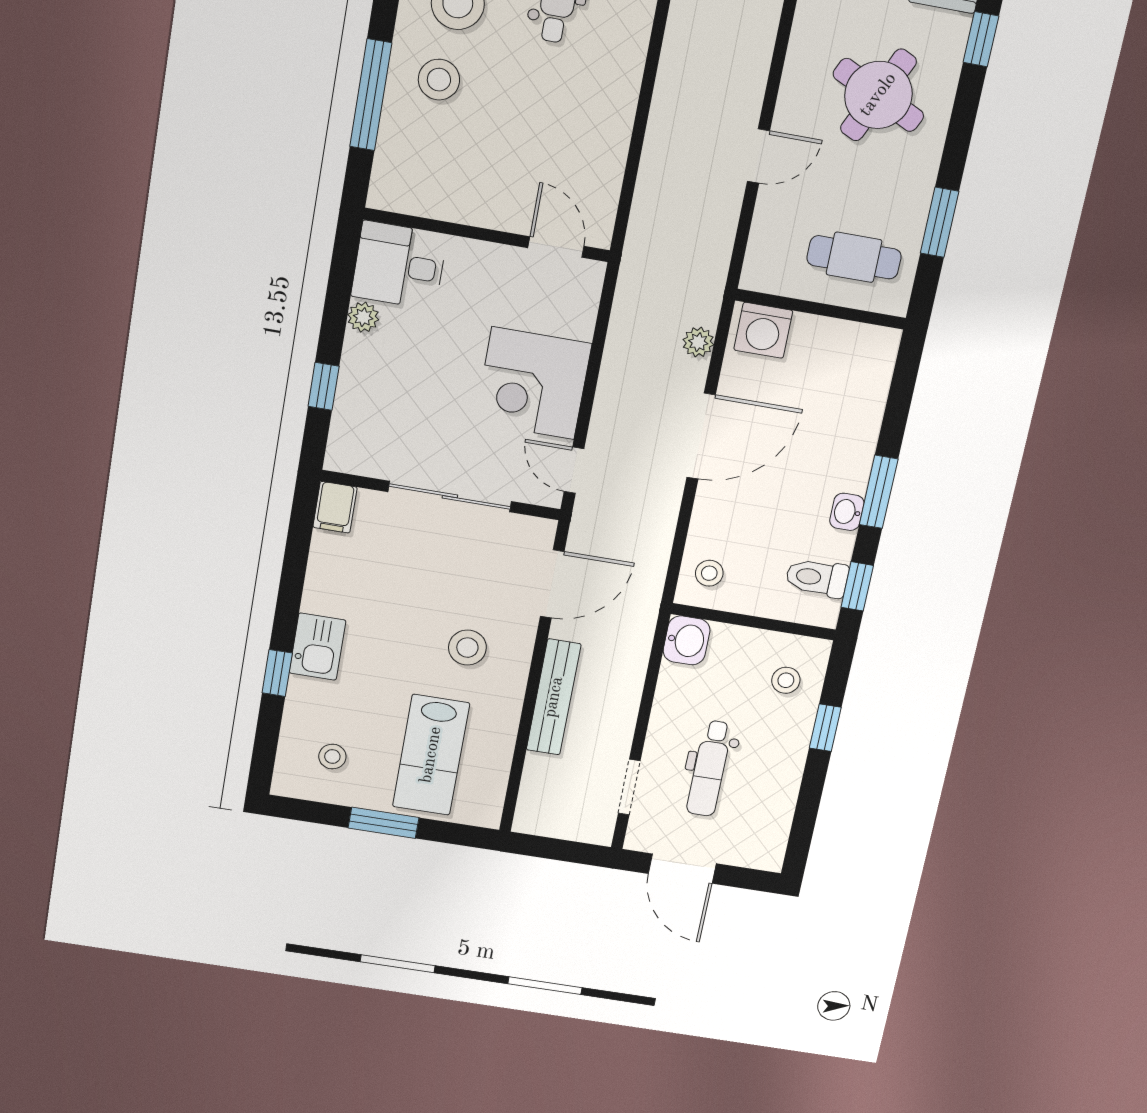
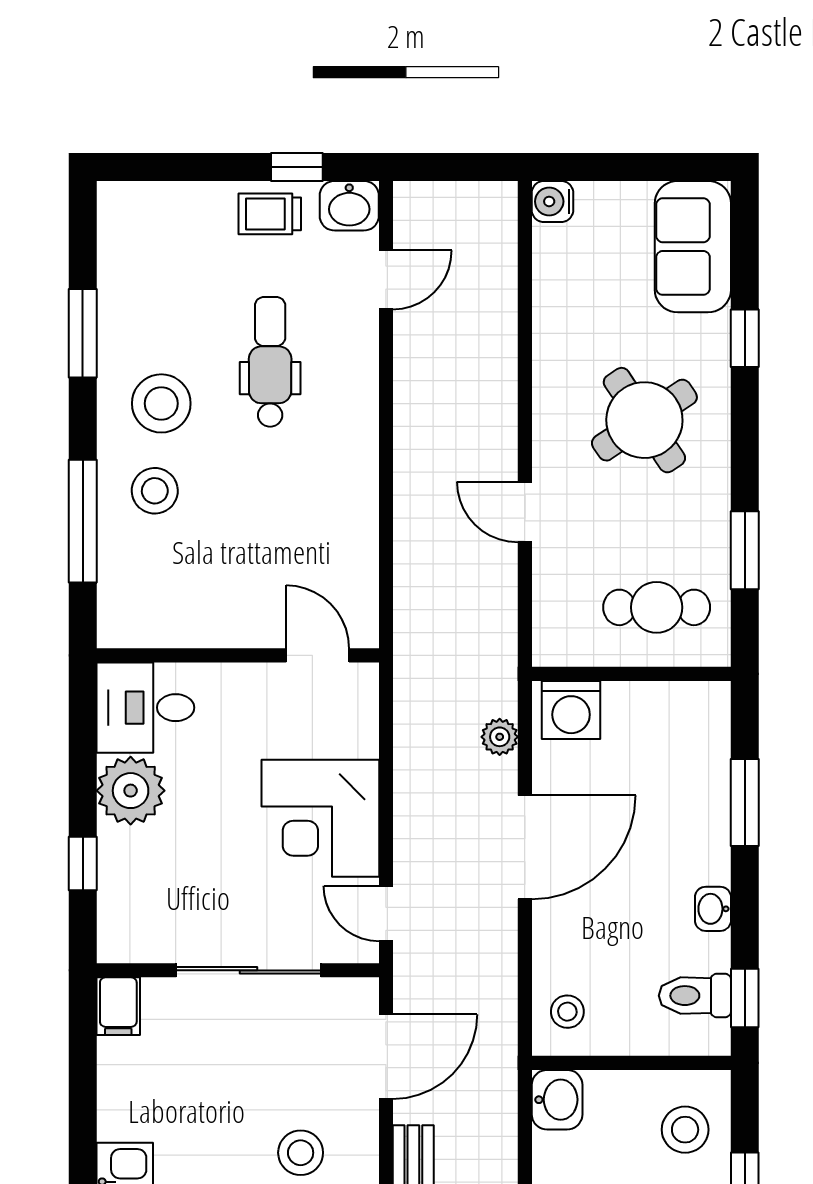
round table: (878, 95) -> (644, 420), turned 31
door: (759, 156) -> (525, 512), swing flipped
plant: (363, 317) -> (131, 791), width x1.88, depth x1.88
window: (879, 492) -> (745, 802), moved
stool: (786, 680) -> (685, 1130), width x1.37, depth x1.37

